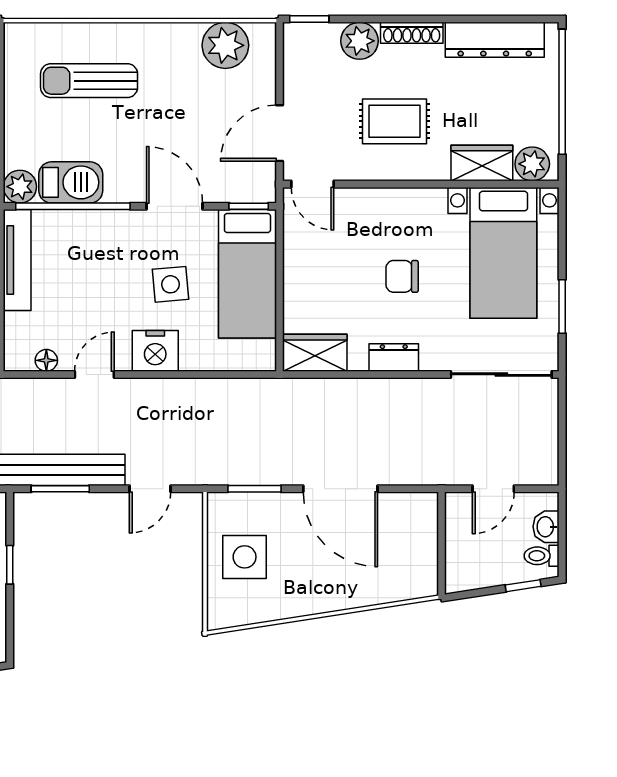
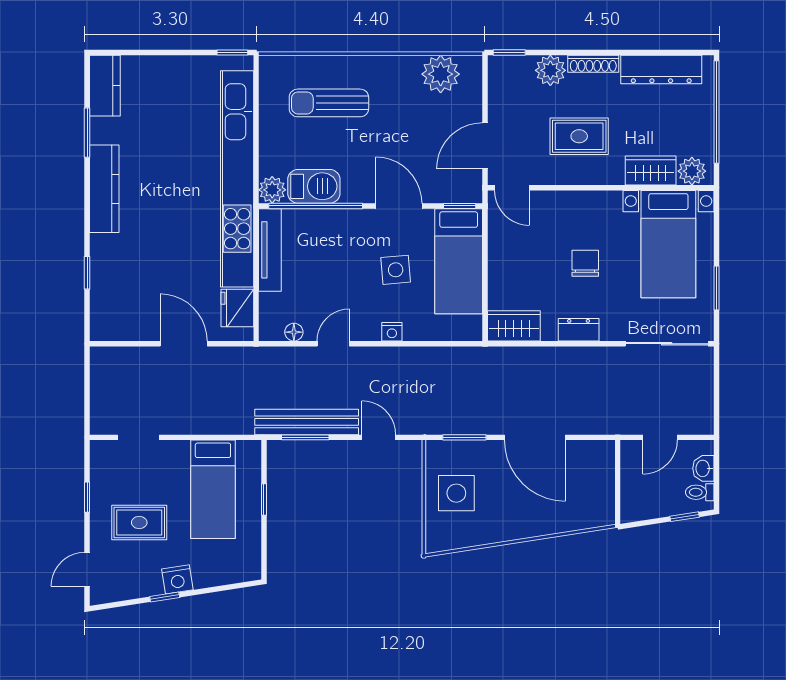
chair: (402, 276) -> (585, 263), turned 90
nightstand: (155, 351) -> (392, 332), width x0.53, depth x0.56
door: (150, 489) -> (379, 437), swing flipped

